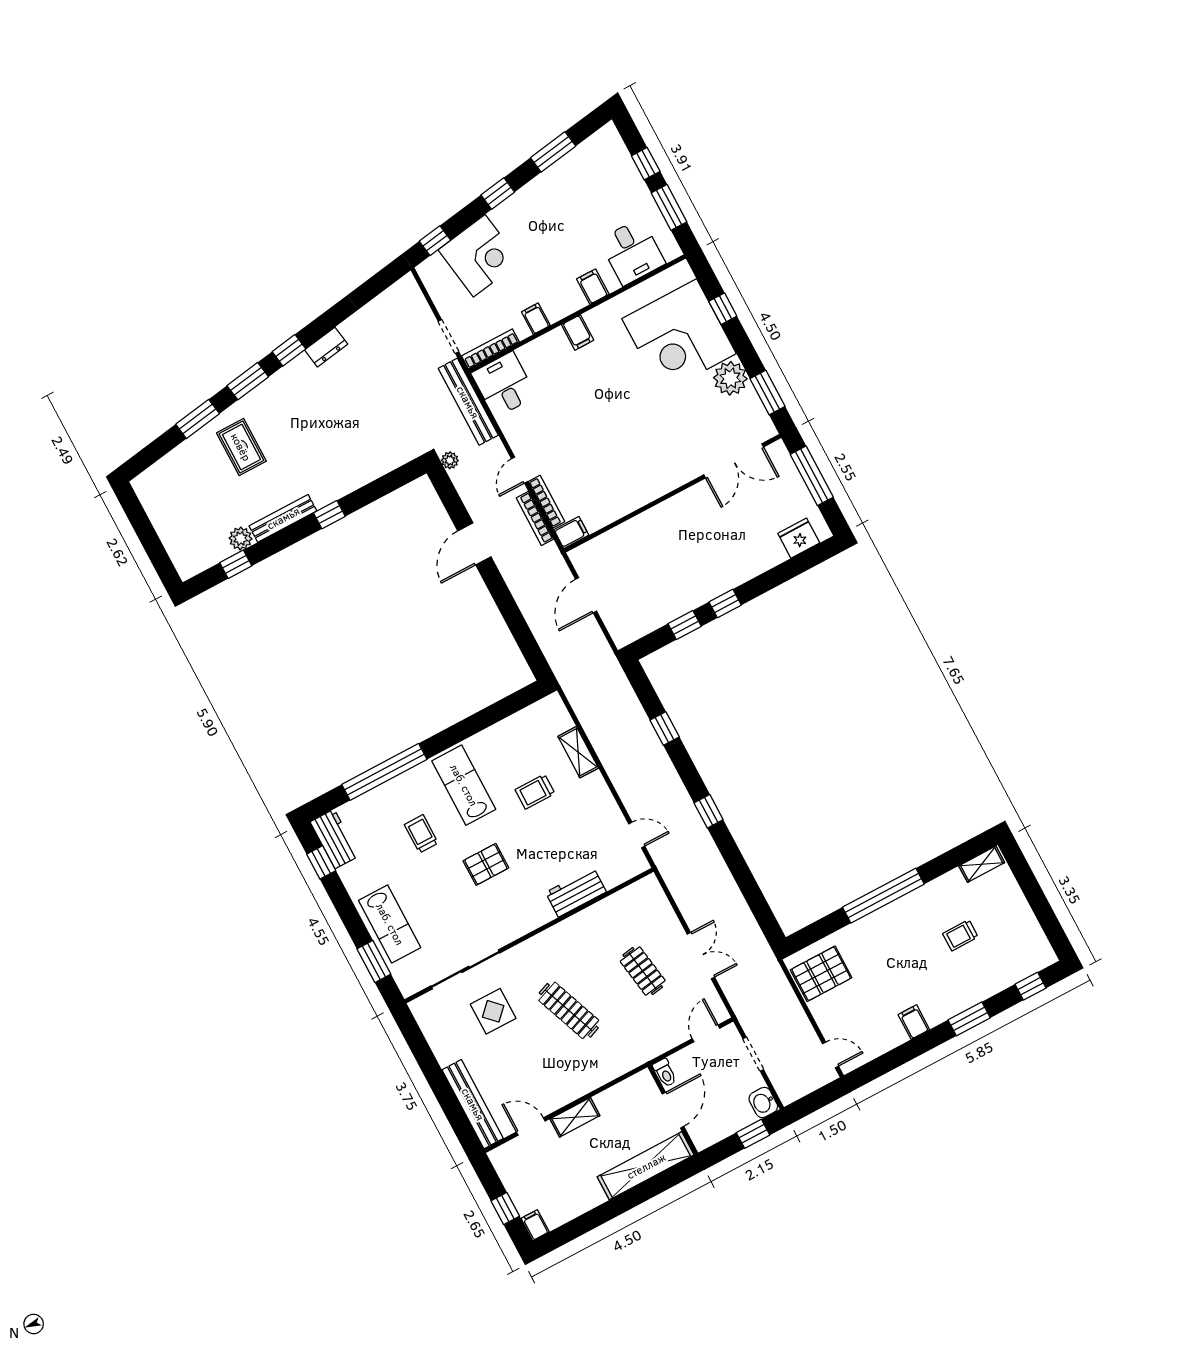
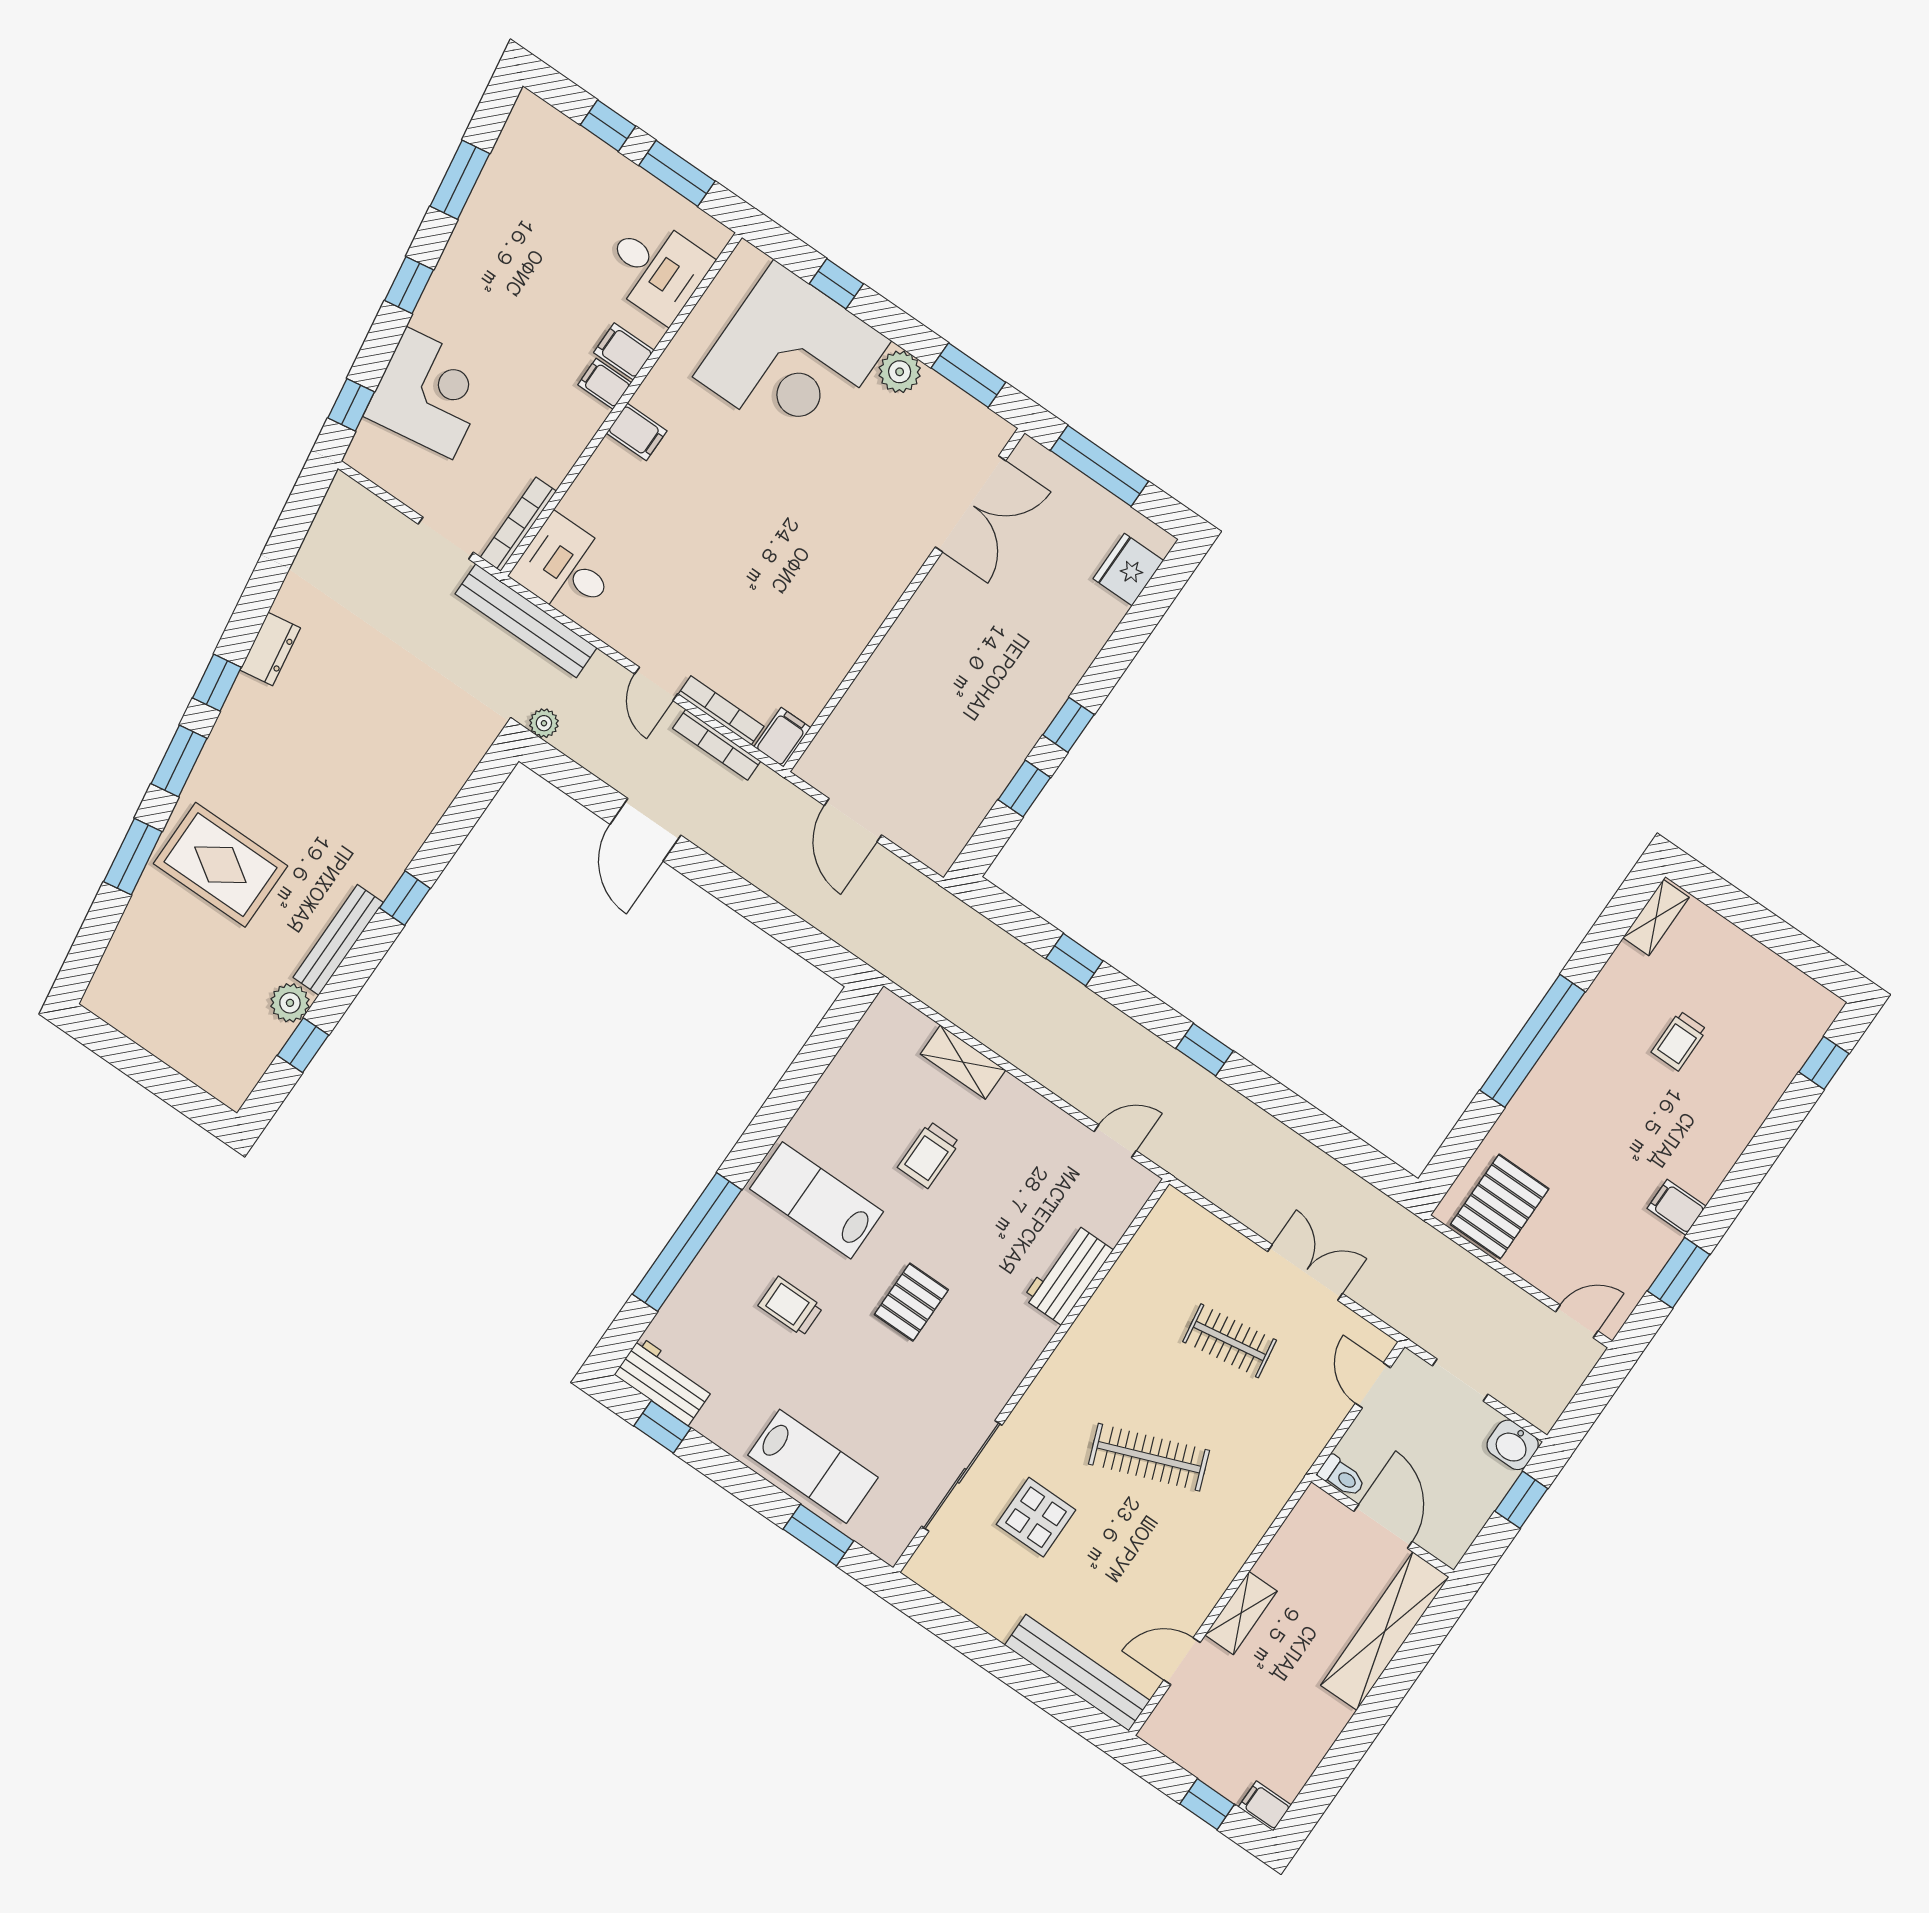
filing cabinet: (536, 319) -> (605, 384), moved
plant: (730, 378) -> (900, 372), width x0.73, depth x0.73
rug: (241, 447) -> (220, 865), width x1.36, depth x1.43
window: (969, 1019) -> (1679, 1273), moved

